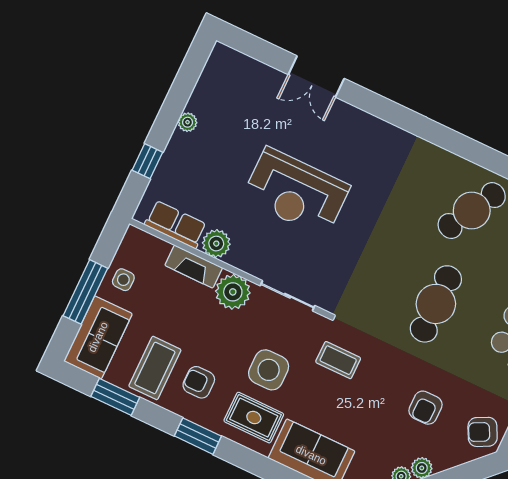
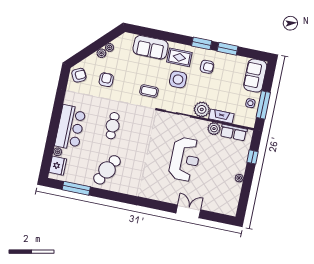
reception desk: (296, 192) -> (185, 159), turned 90
window: (85, 292) -> (263, 105), moved
cafe table: (436, 304) -> (113, 126), width x0.73, depth x0.74
coffee table: (155, 368) -> (227, 68), removed
window: (115, 397) -> (228, 49), moved

